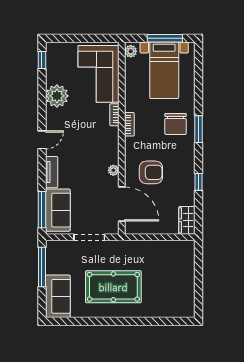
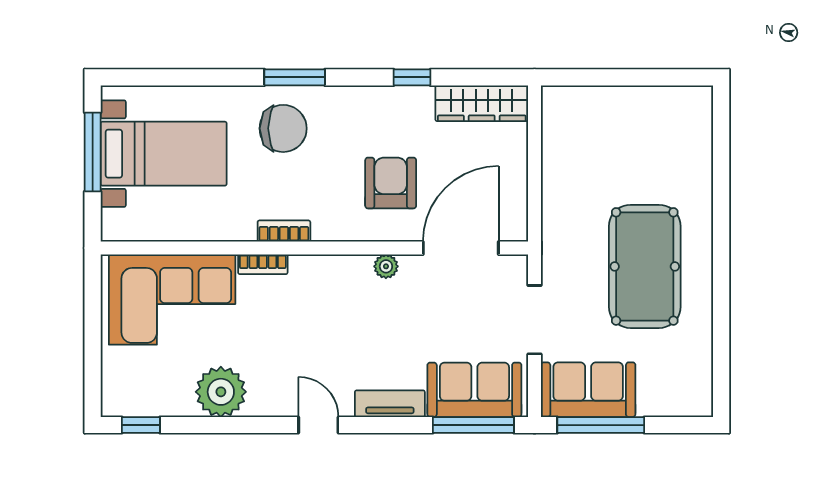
plant: (131, 51) -> (122, 228), removed
wardrobe: (187, 220) -> (482, 103), width x1.50
sofa: (58, 296) -> (588, 390), moved

